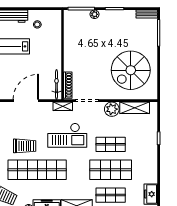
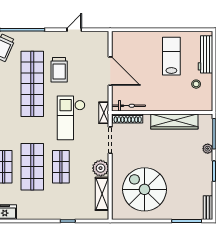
wardrobe: (70, 44) -> (174, 121), added

